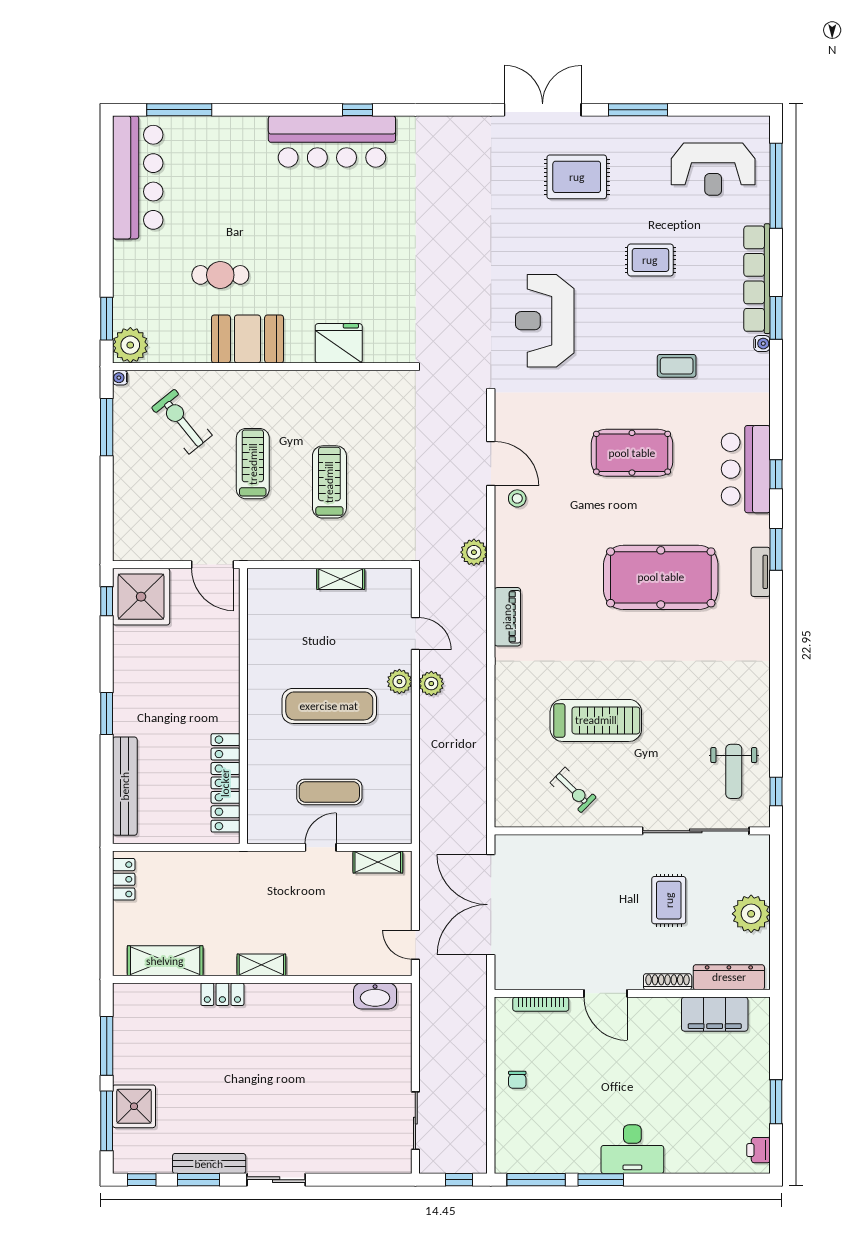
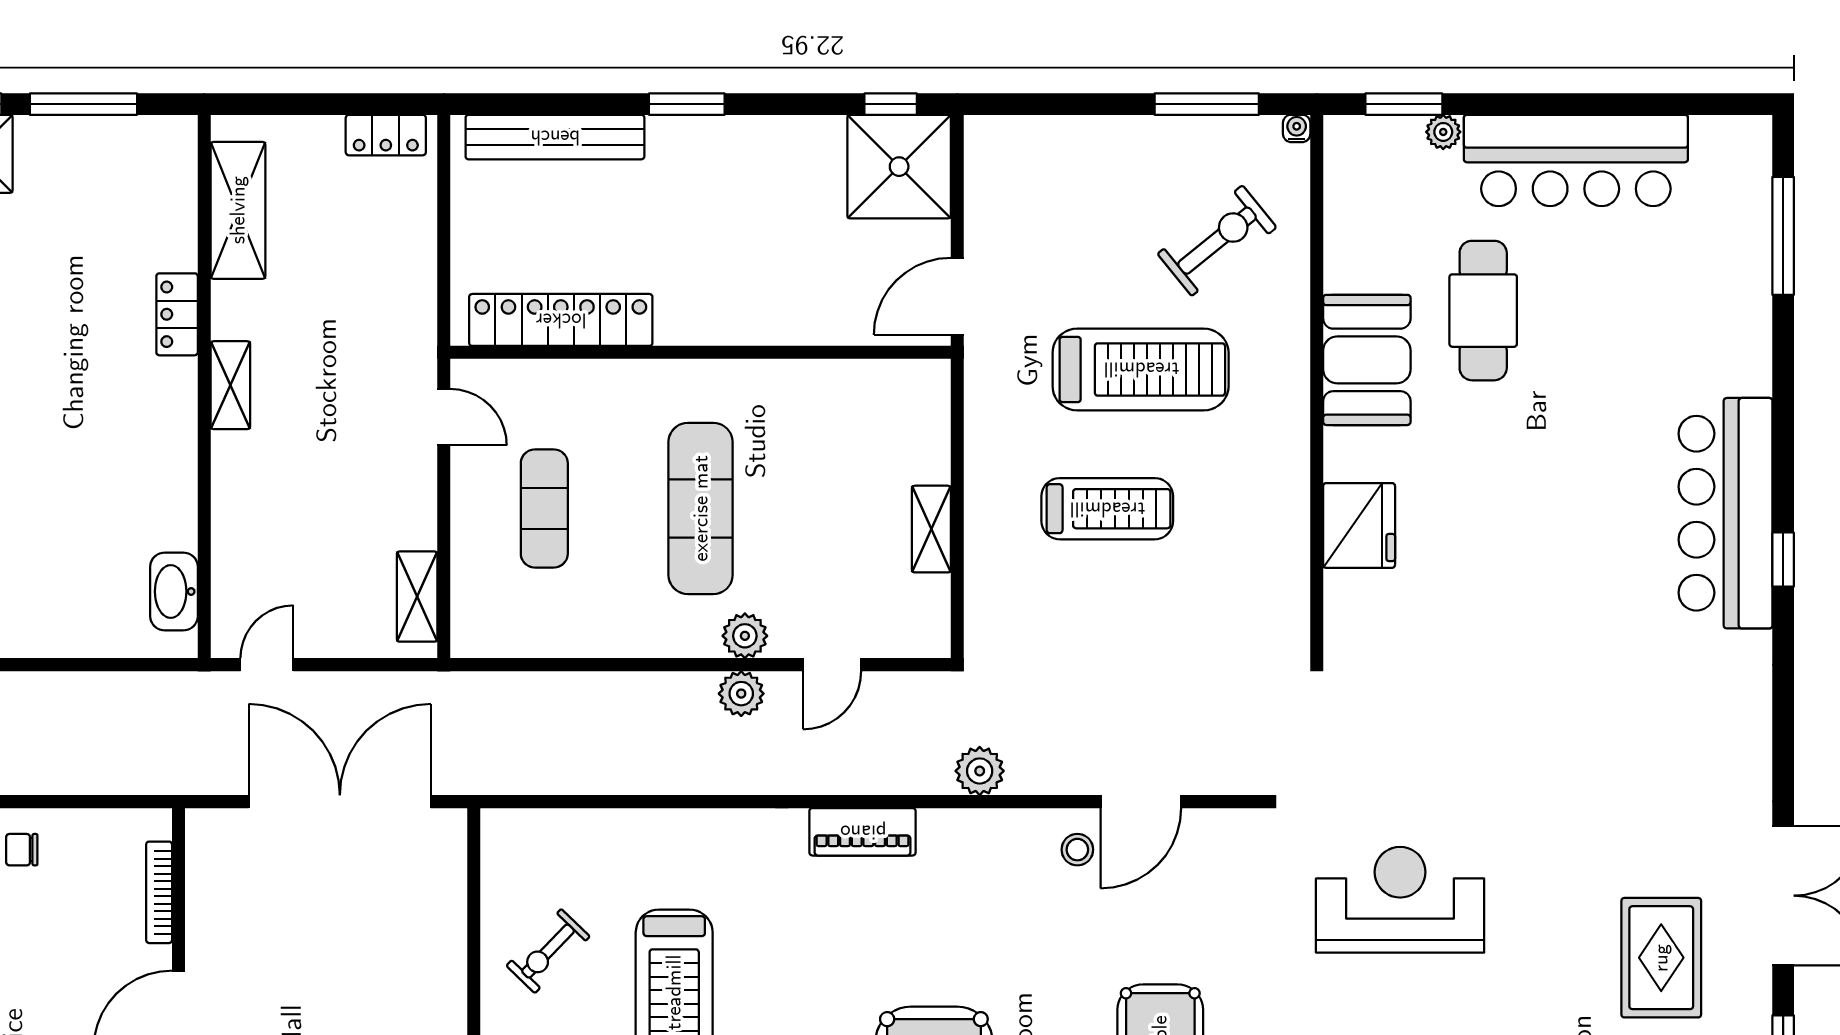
bar counter: (138, 177) -> (1576, 160), moved
cafe table: (220, 275) -> (1483, 311), width x1.37, depth x1.35
plant: (130, 345) -> (1443, 132), moved, width x0.53, depth x0.53
treadmill: (253, 464) -> (1141, 369), width x1.37, depth x1.38
door: (321, 847) -> (444, 417), moved

